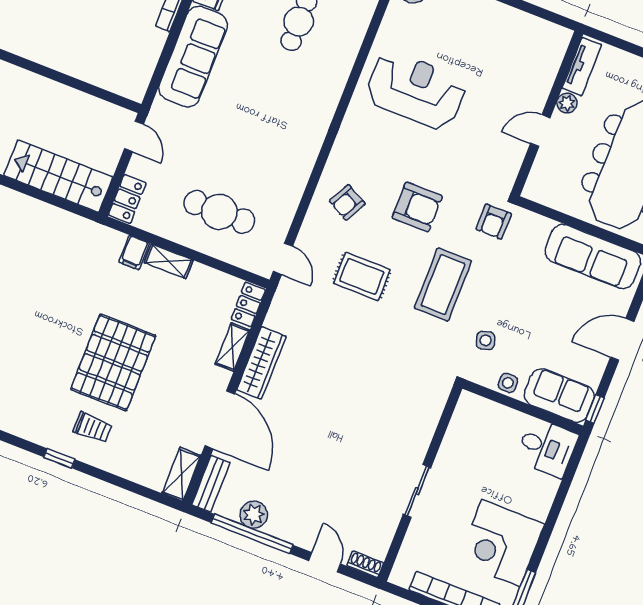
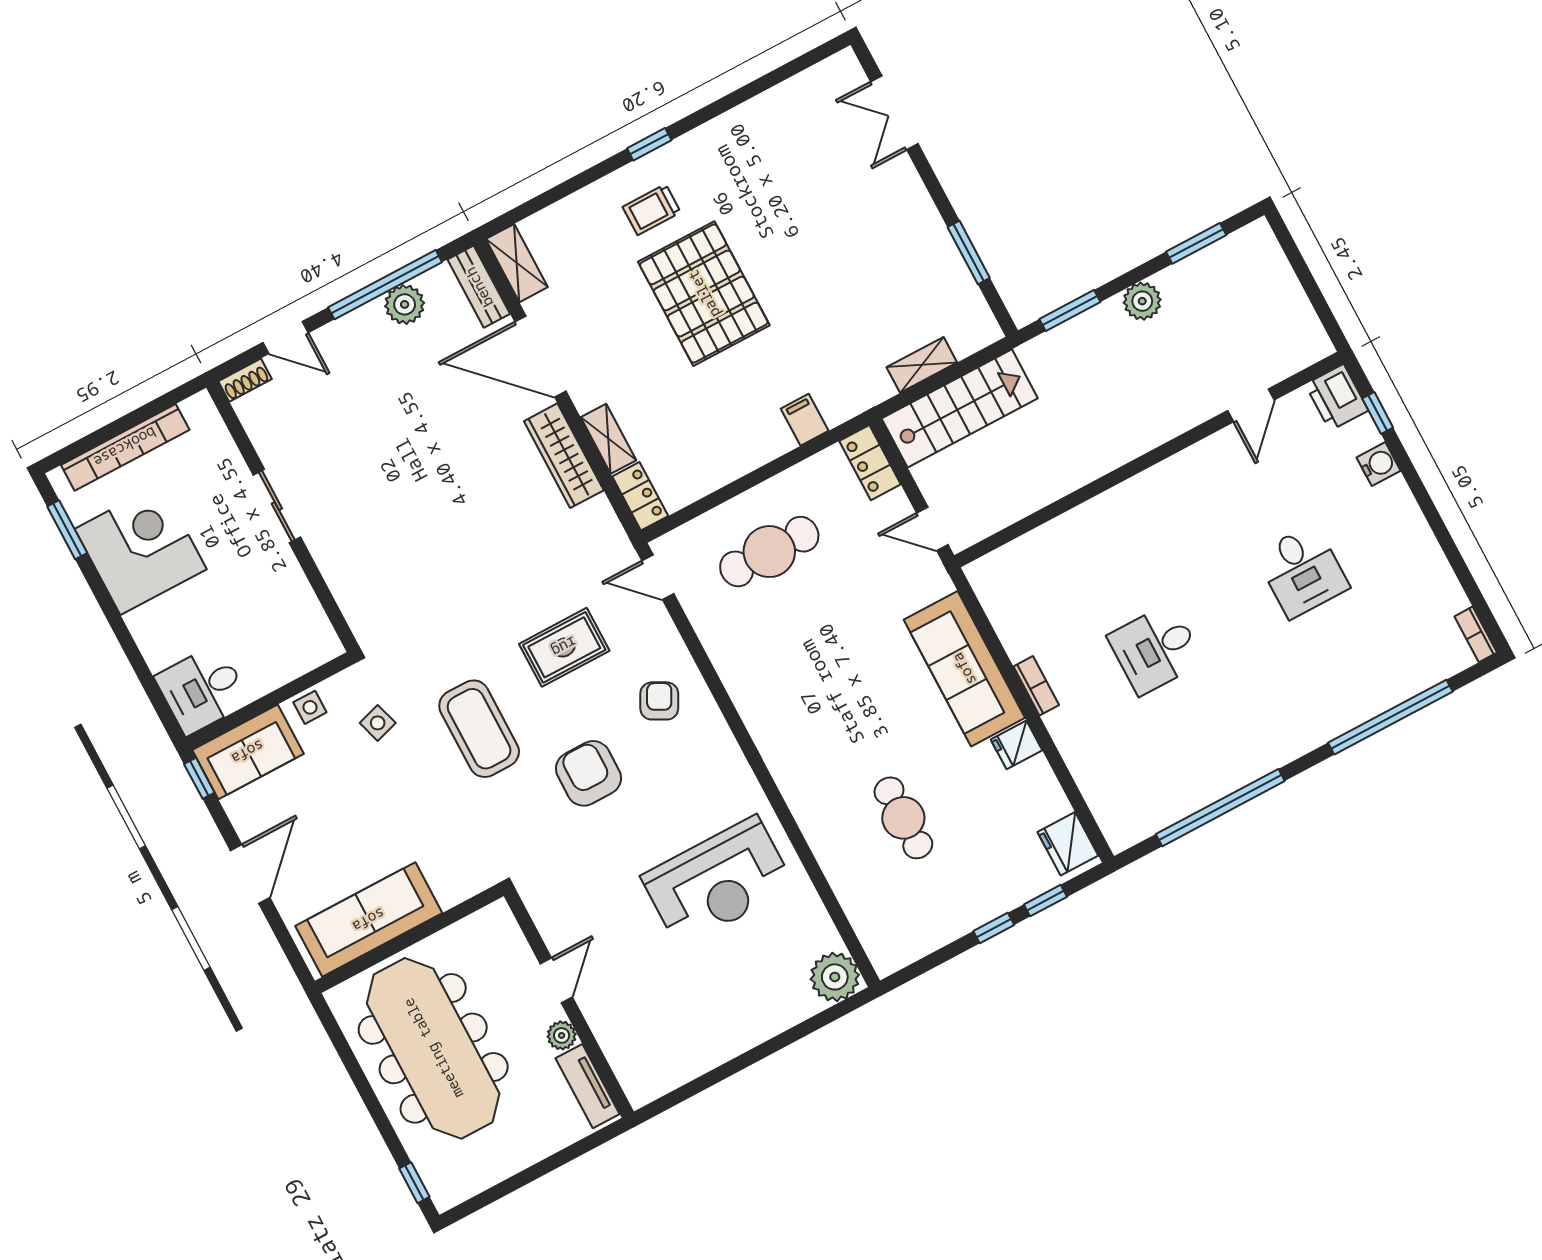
armchair: (417, 207) -> (588, 773), turned 90
armchair: (494, 222) -> (500, 844), removed
shelving: (169, 261) -> (922, 365), moved

